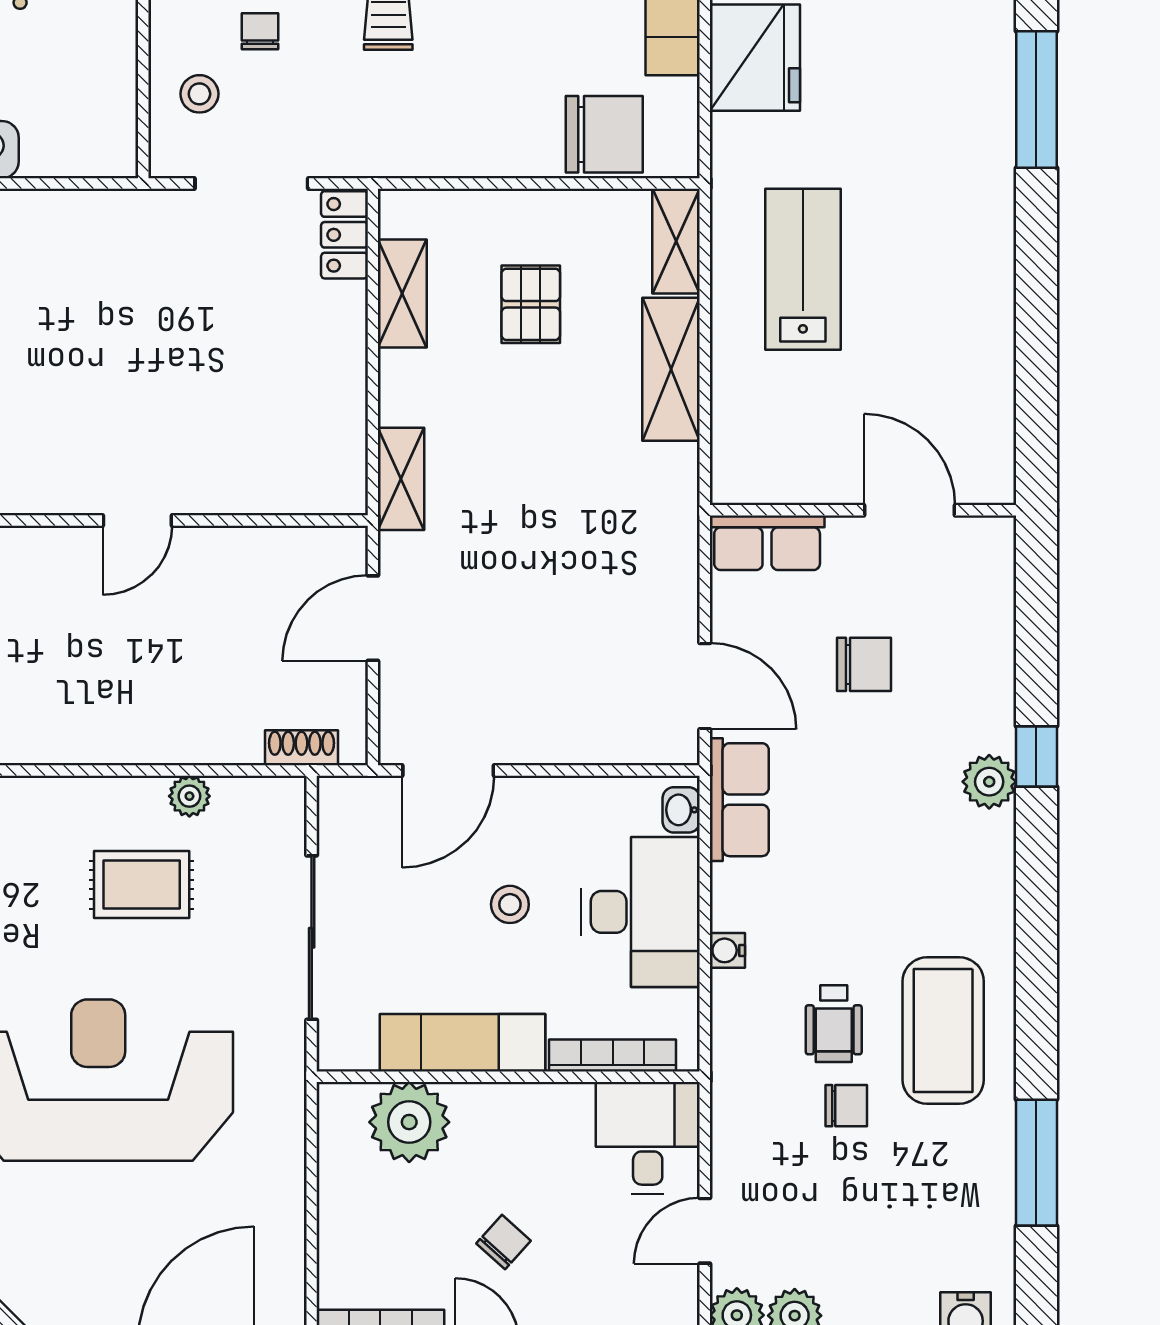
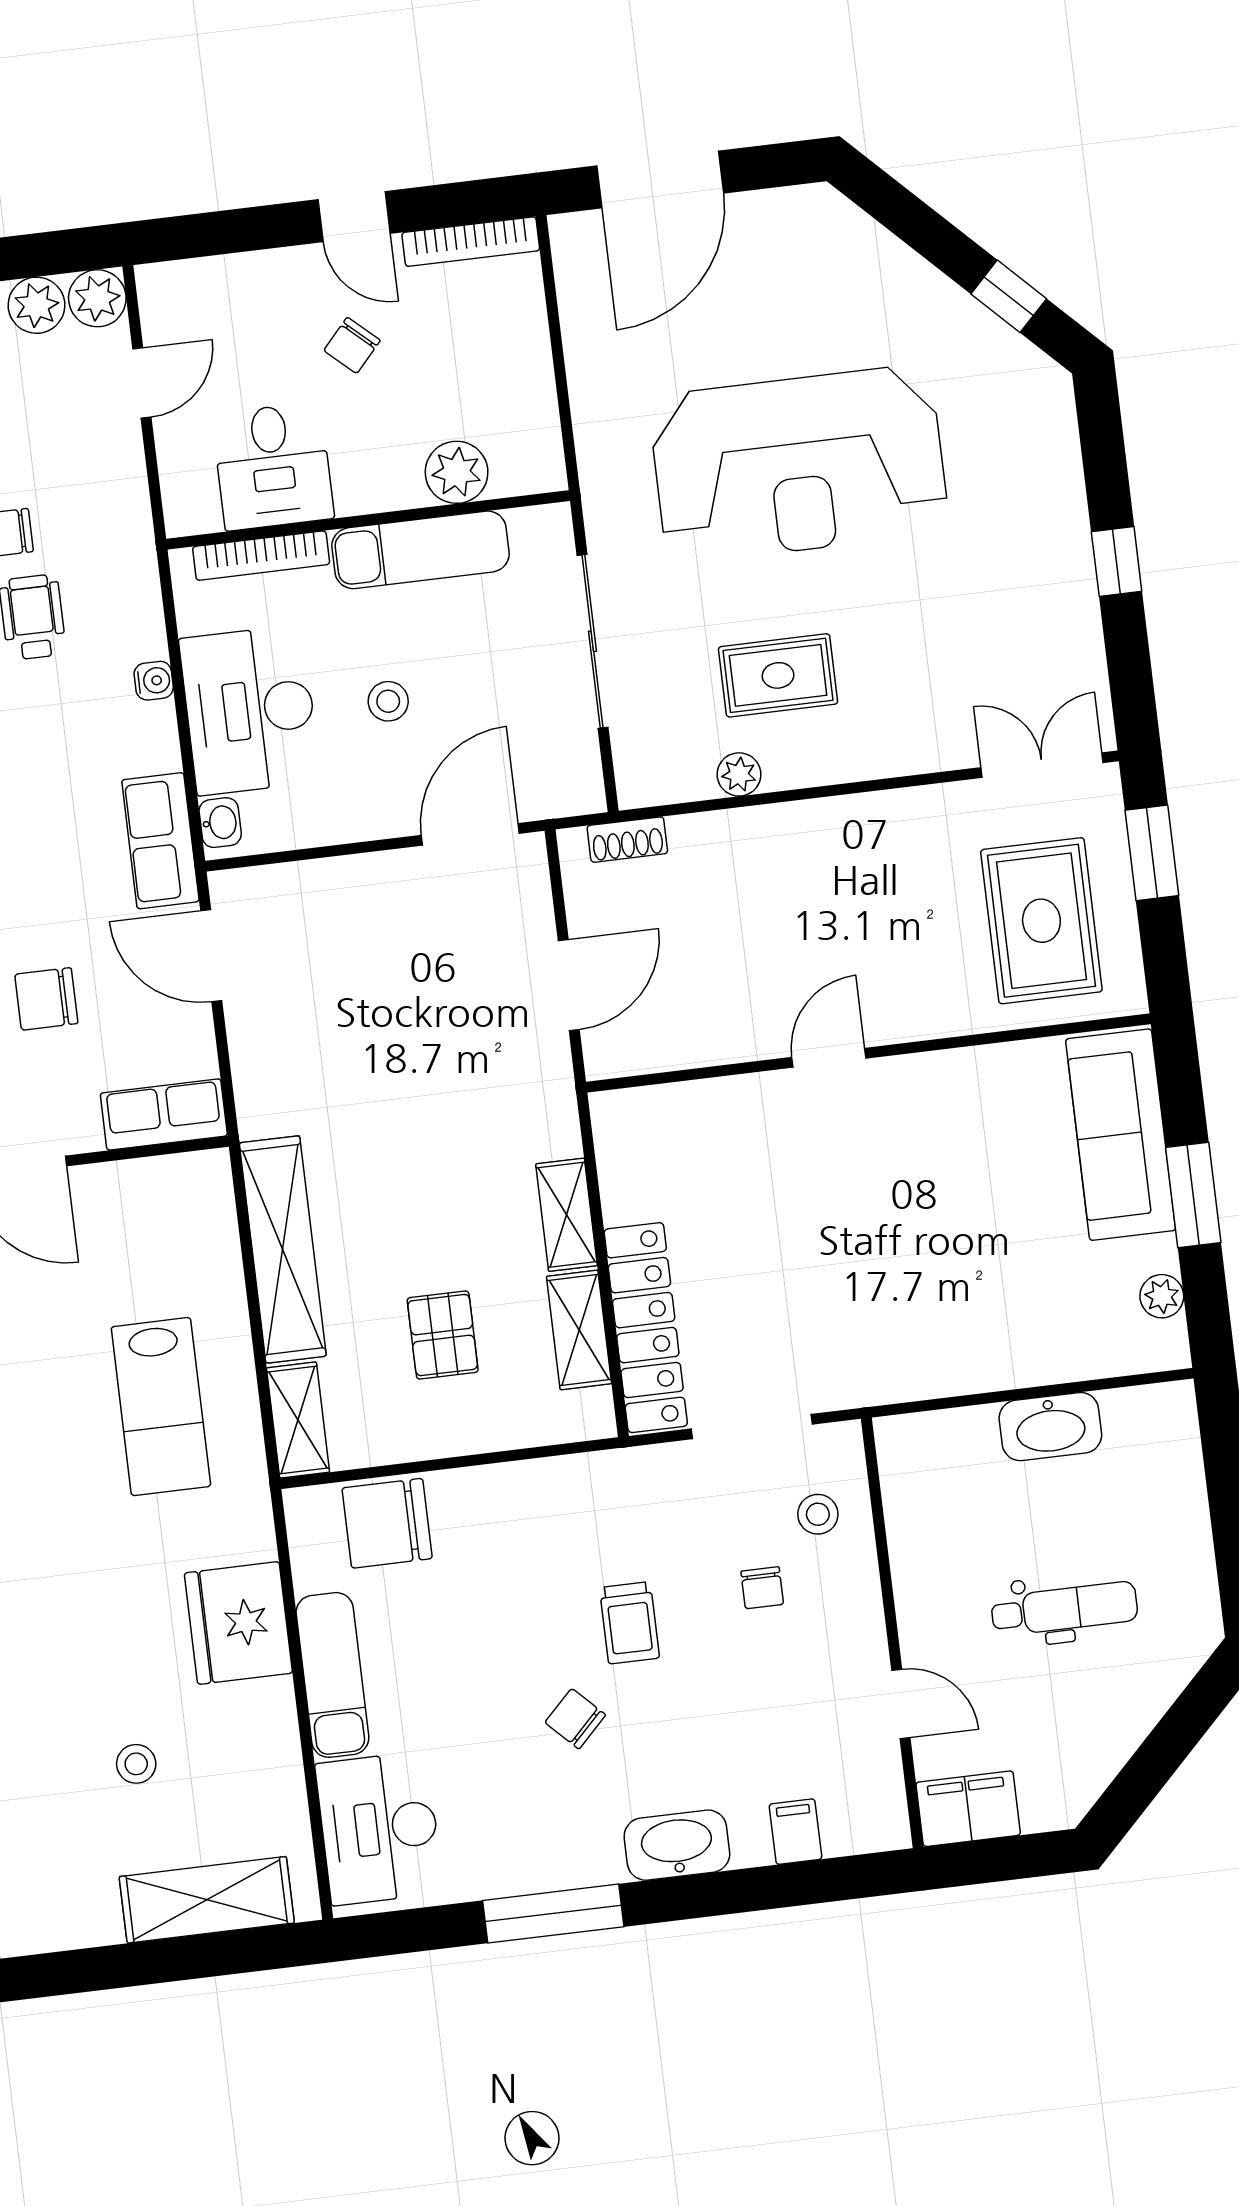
locker: (344, 235) -> (646, 1328), width x2.16, depth x1.21
shelving: (671, 369) -> (283, 1249), width x1.47
shelving: (401, 479) -> (566, 1215), moved
plant: (409, 1122) -> (457, 472), width x0.73, depth x0.73
desk: (648, 1138) -> (273, 466), moved

